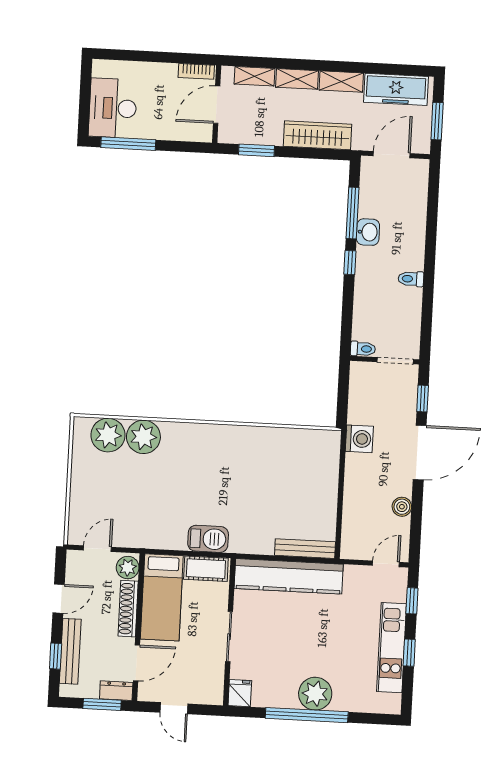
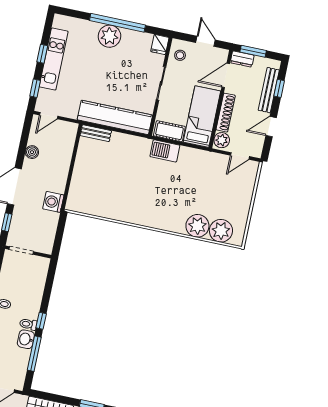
toilet: (363, 349) -> (28, 324), moved
bench: (305, 549) -> (96, 133), width x0.73
stool: (208, 682) -> (180, 55), added

